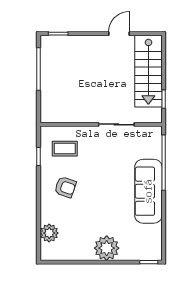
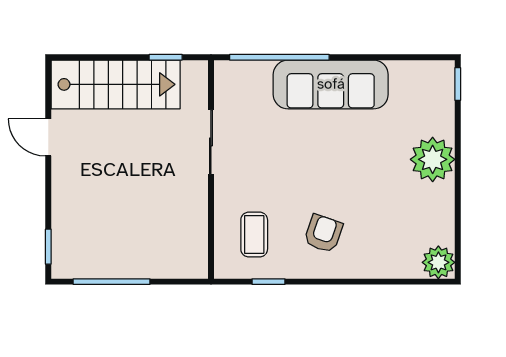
plant: (49, 233) -> (438, 262), moved

